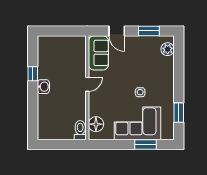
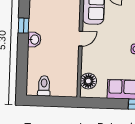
toilet: (80, 130) -> (44, 86), moved

